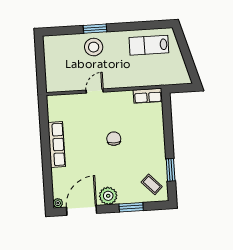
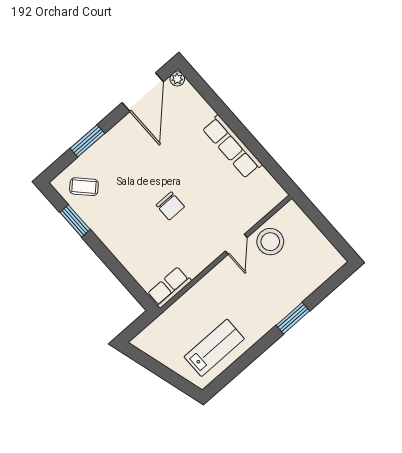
stool: (94, 47) -> (270, 242), moved
plant: (108, 196) -> (125, 133), removed

